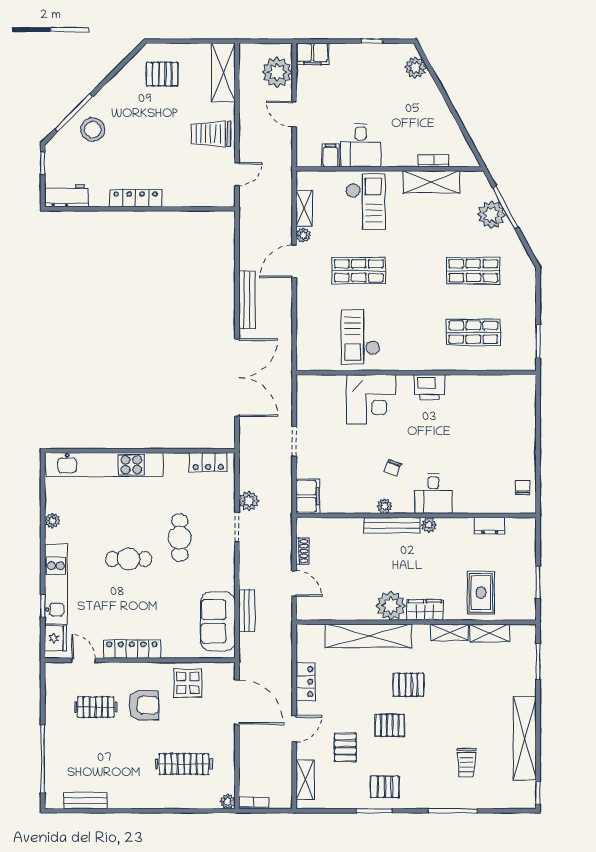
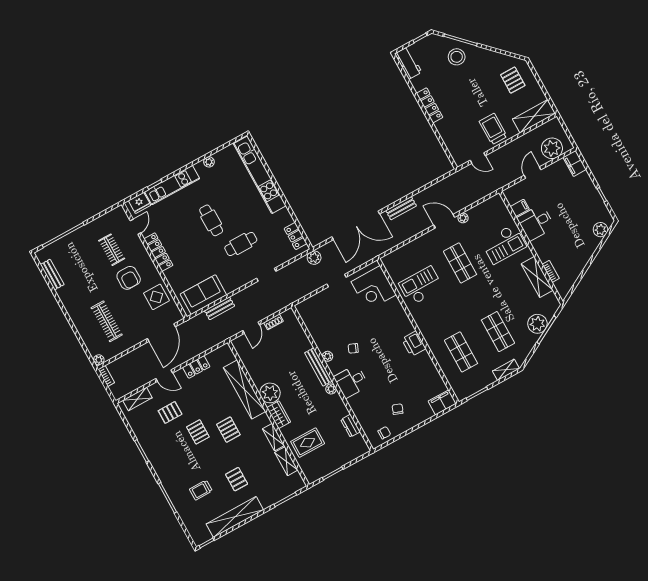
shelving: (304, 208) -> (506, 370), moved
bench: (247, 300) -> (401, 208), width x0.73
corner desk: (371, 399) -> (374, 288), moved
chair: (502, 454) -> (398, 409), added
filing cabinet: (308, 496) -> (442, 402), moved, turned 180
plant: (249, 501) -> (314, 258), moved
pallet: (385, 787) -> (237, 479), moved

